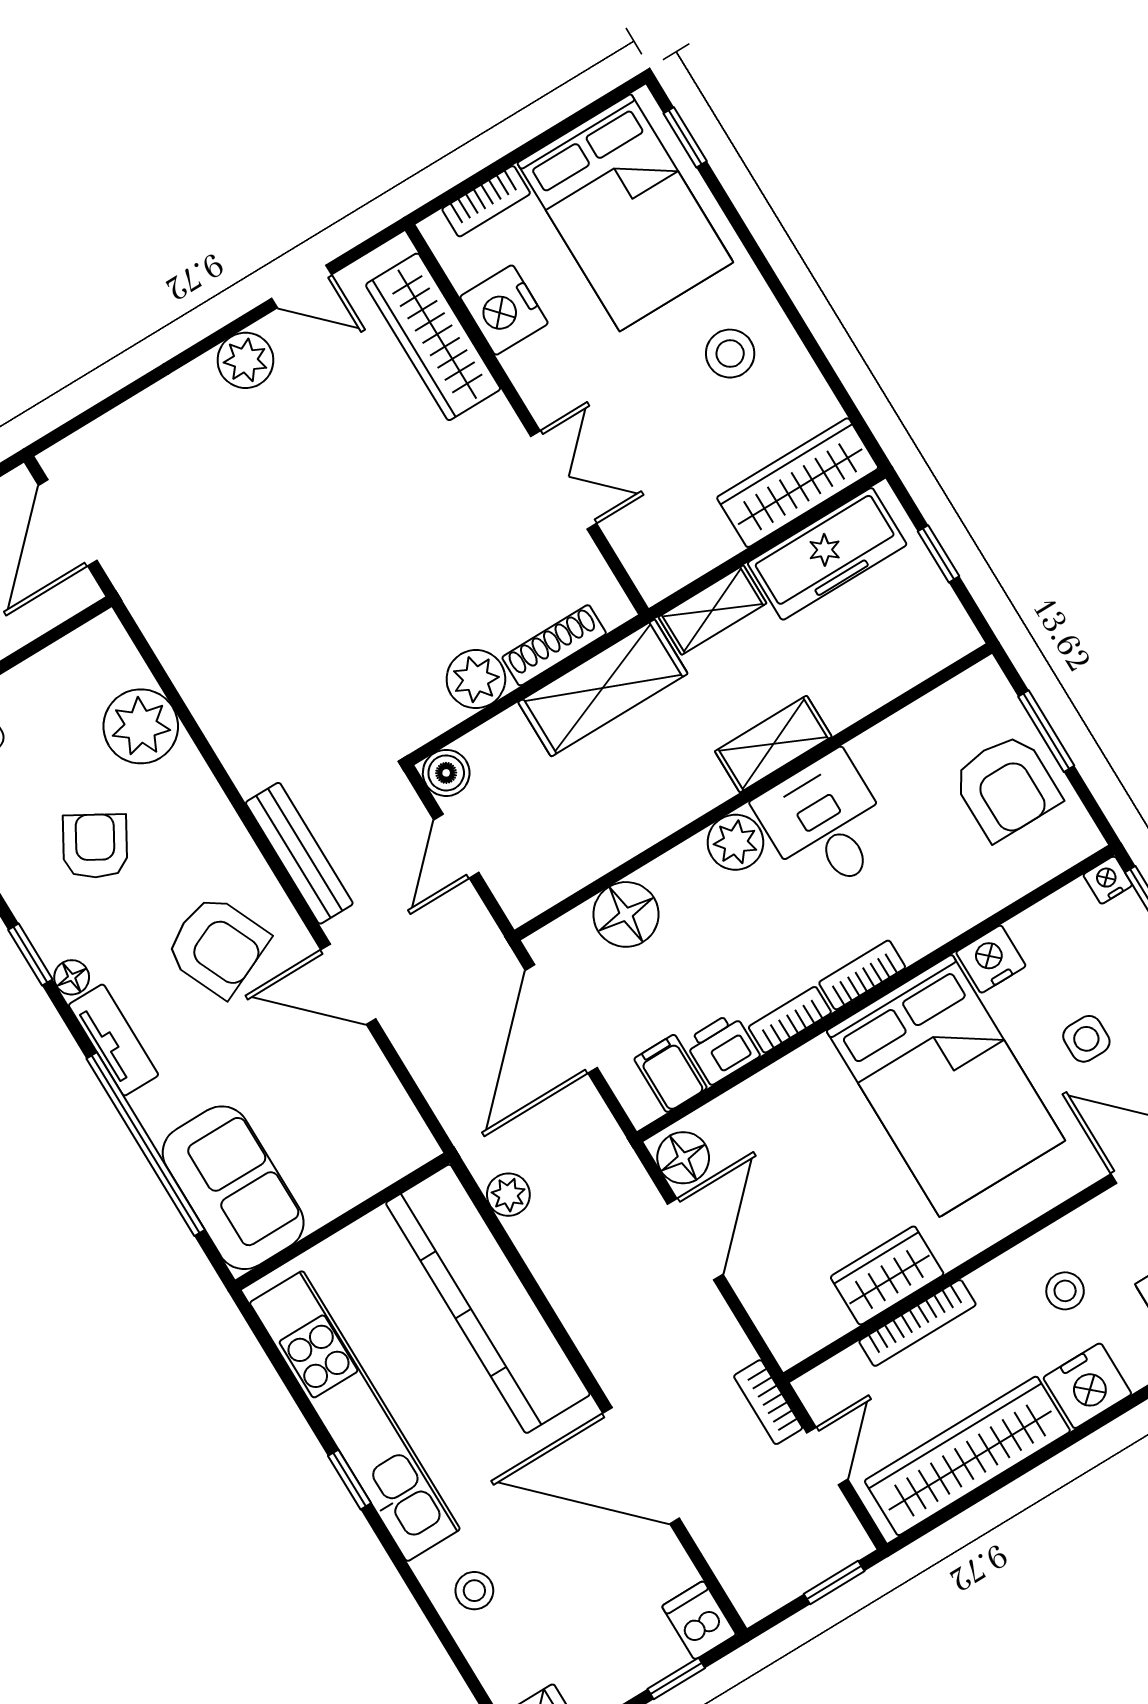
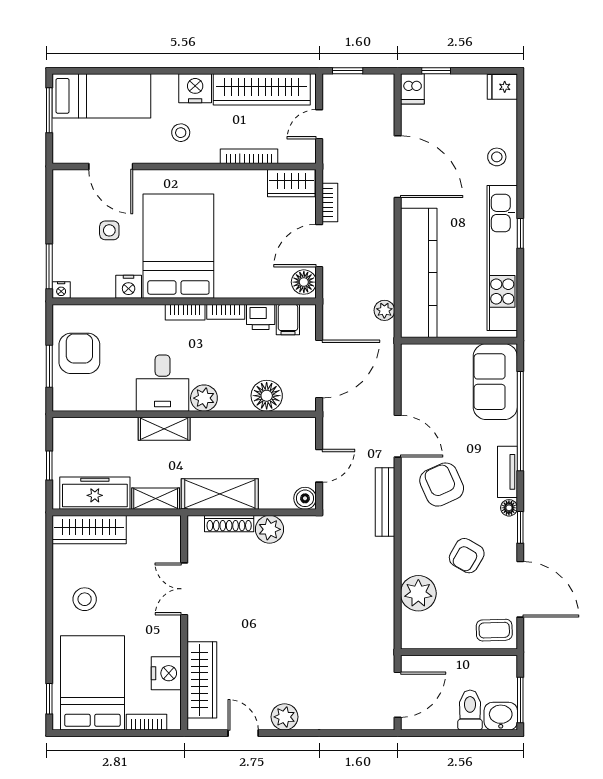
wardrobe: (887, 1276) -> (291, 183), moved
bookcase: (768, 1402) -> (330, 202), moved

